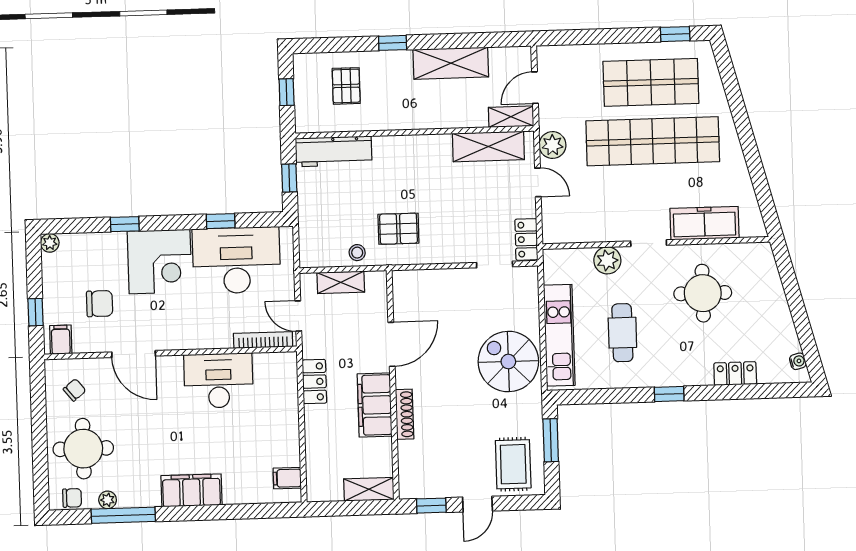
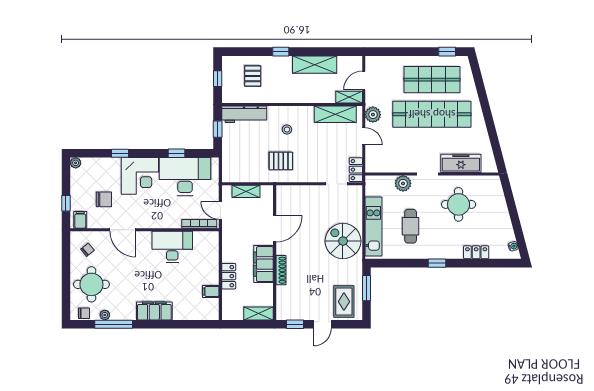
stool: (357, 253) -> (287, 130), moved
locker: (314, 382) -> (229, 276), moved
filing cabinet: (287, 478) -> (211, 291), moved

